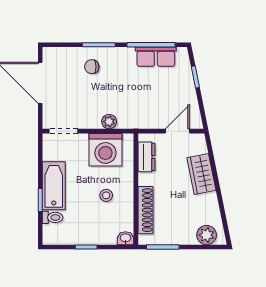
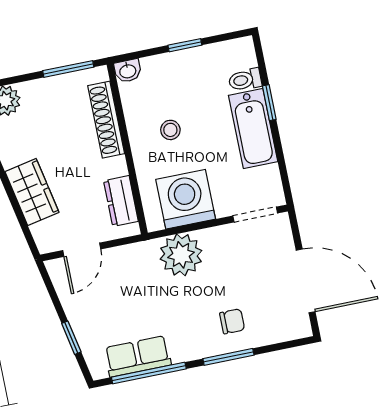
plant: (109, 122) -> (181, 255), width x1.87, depth x1.87

